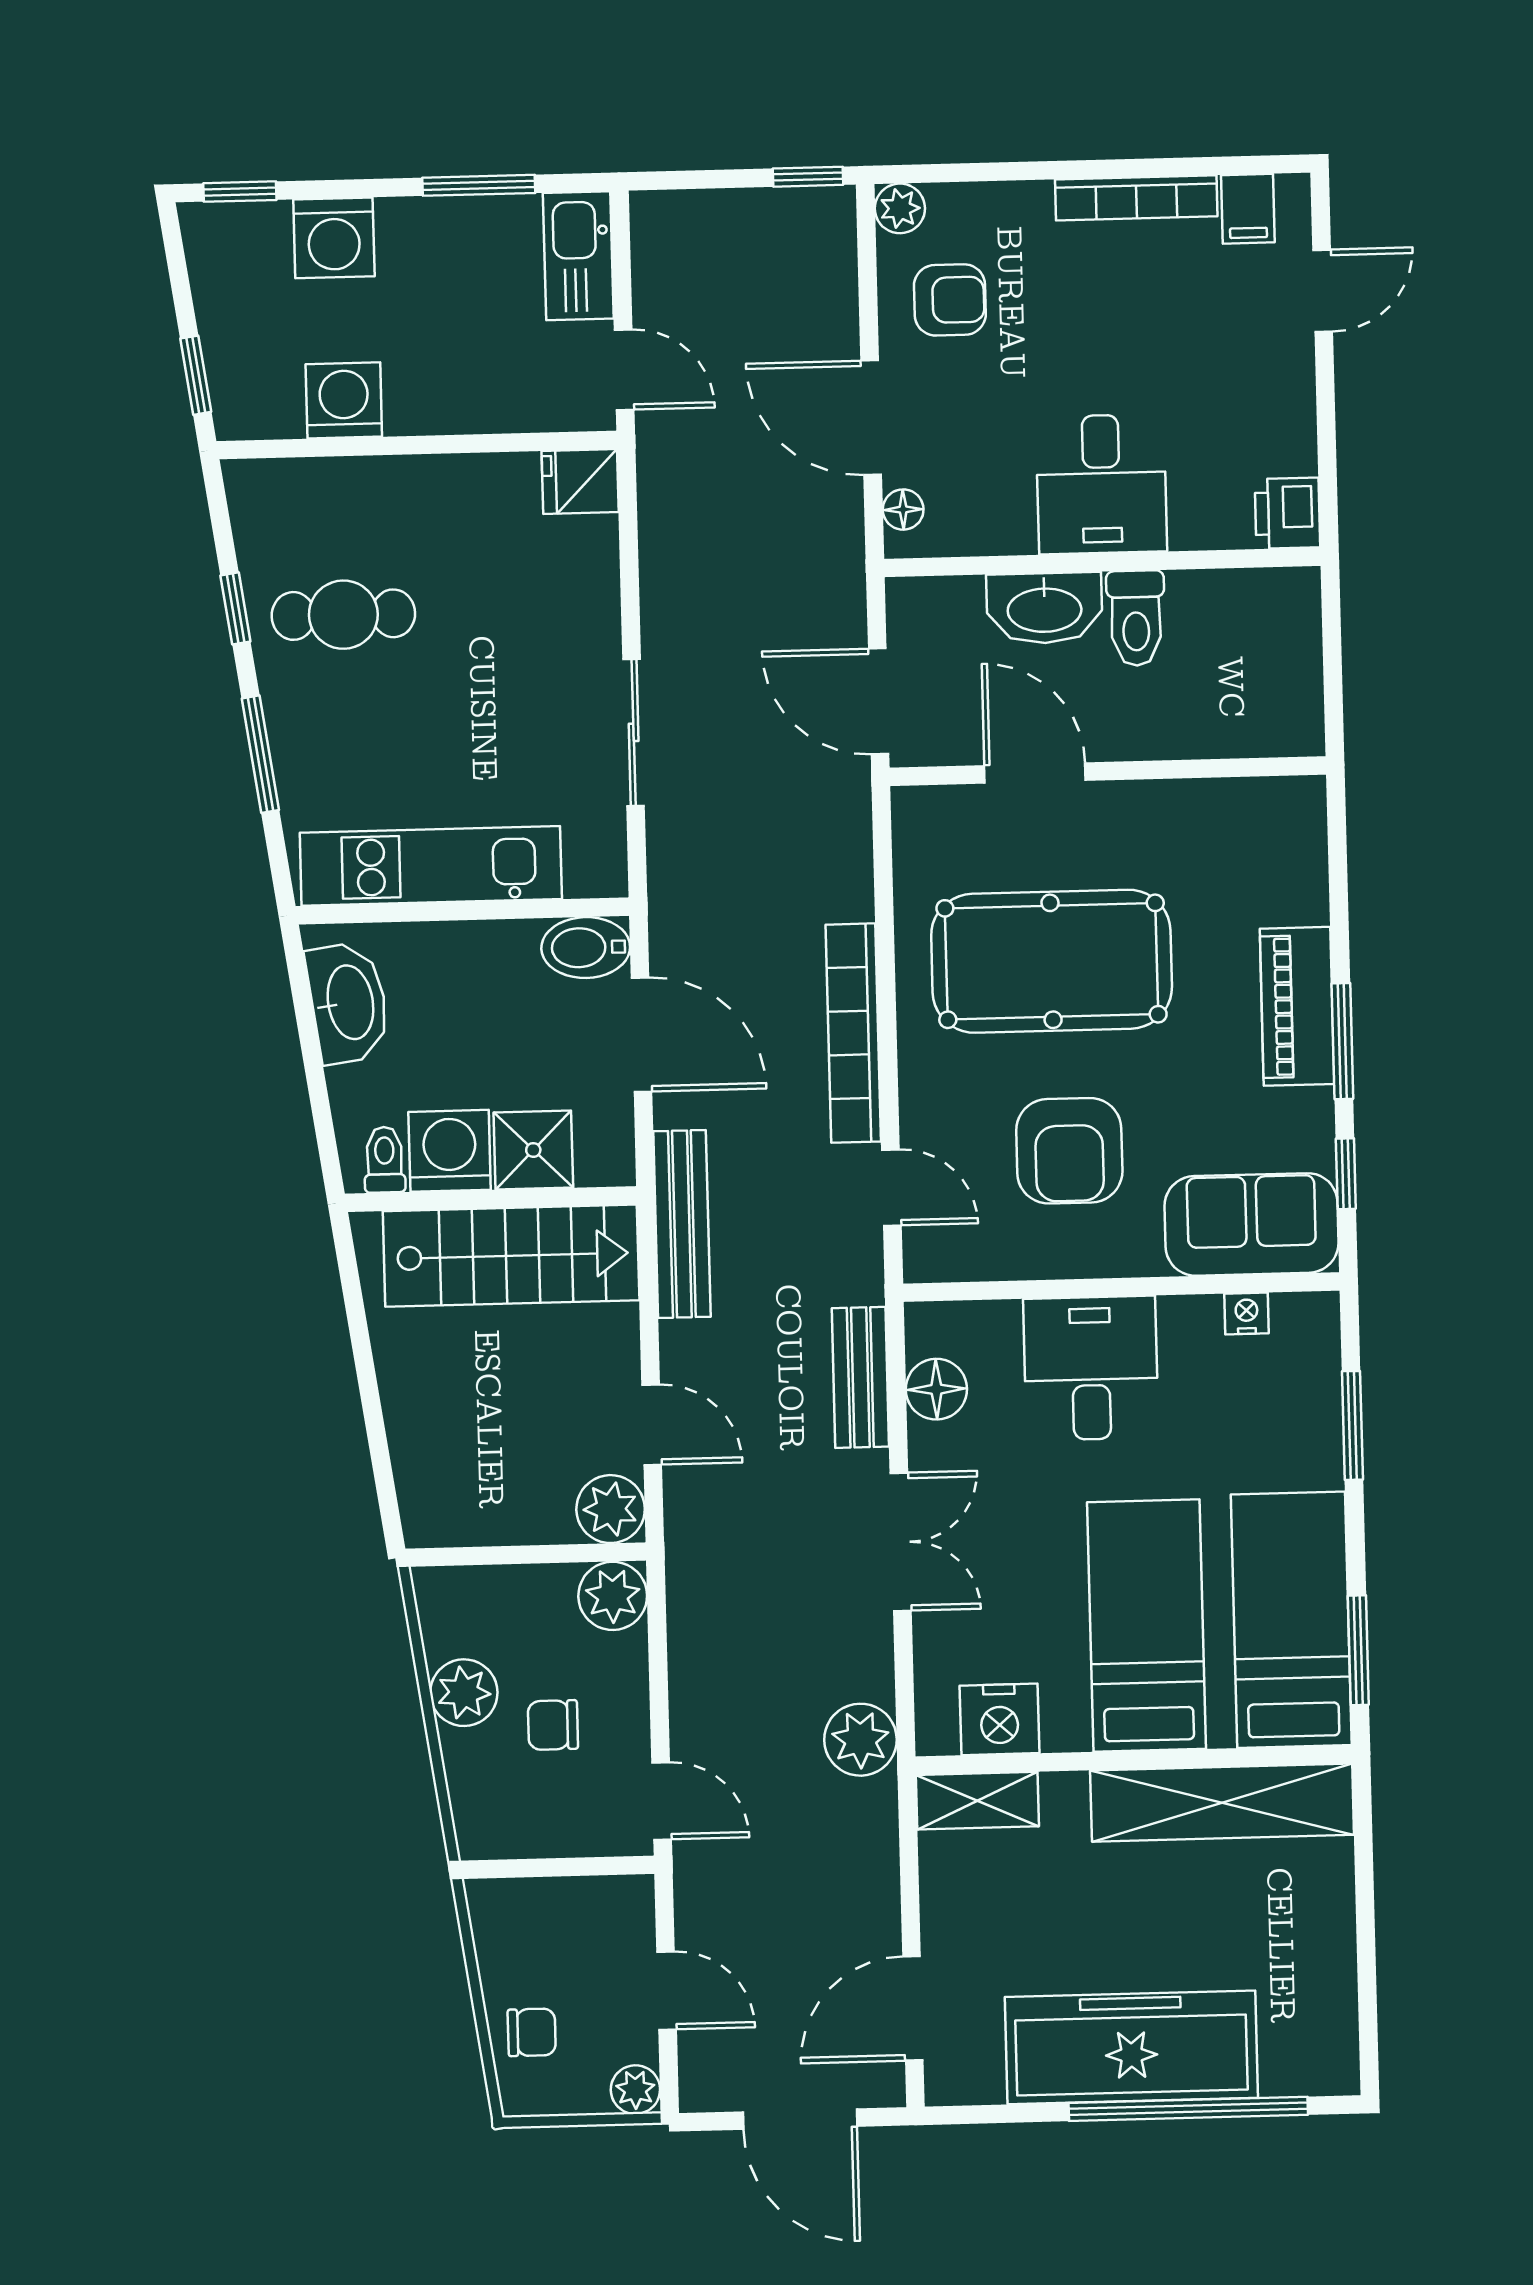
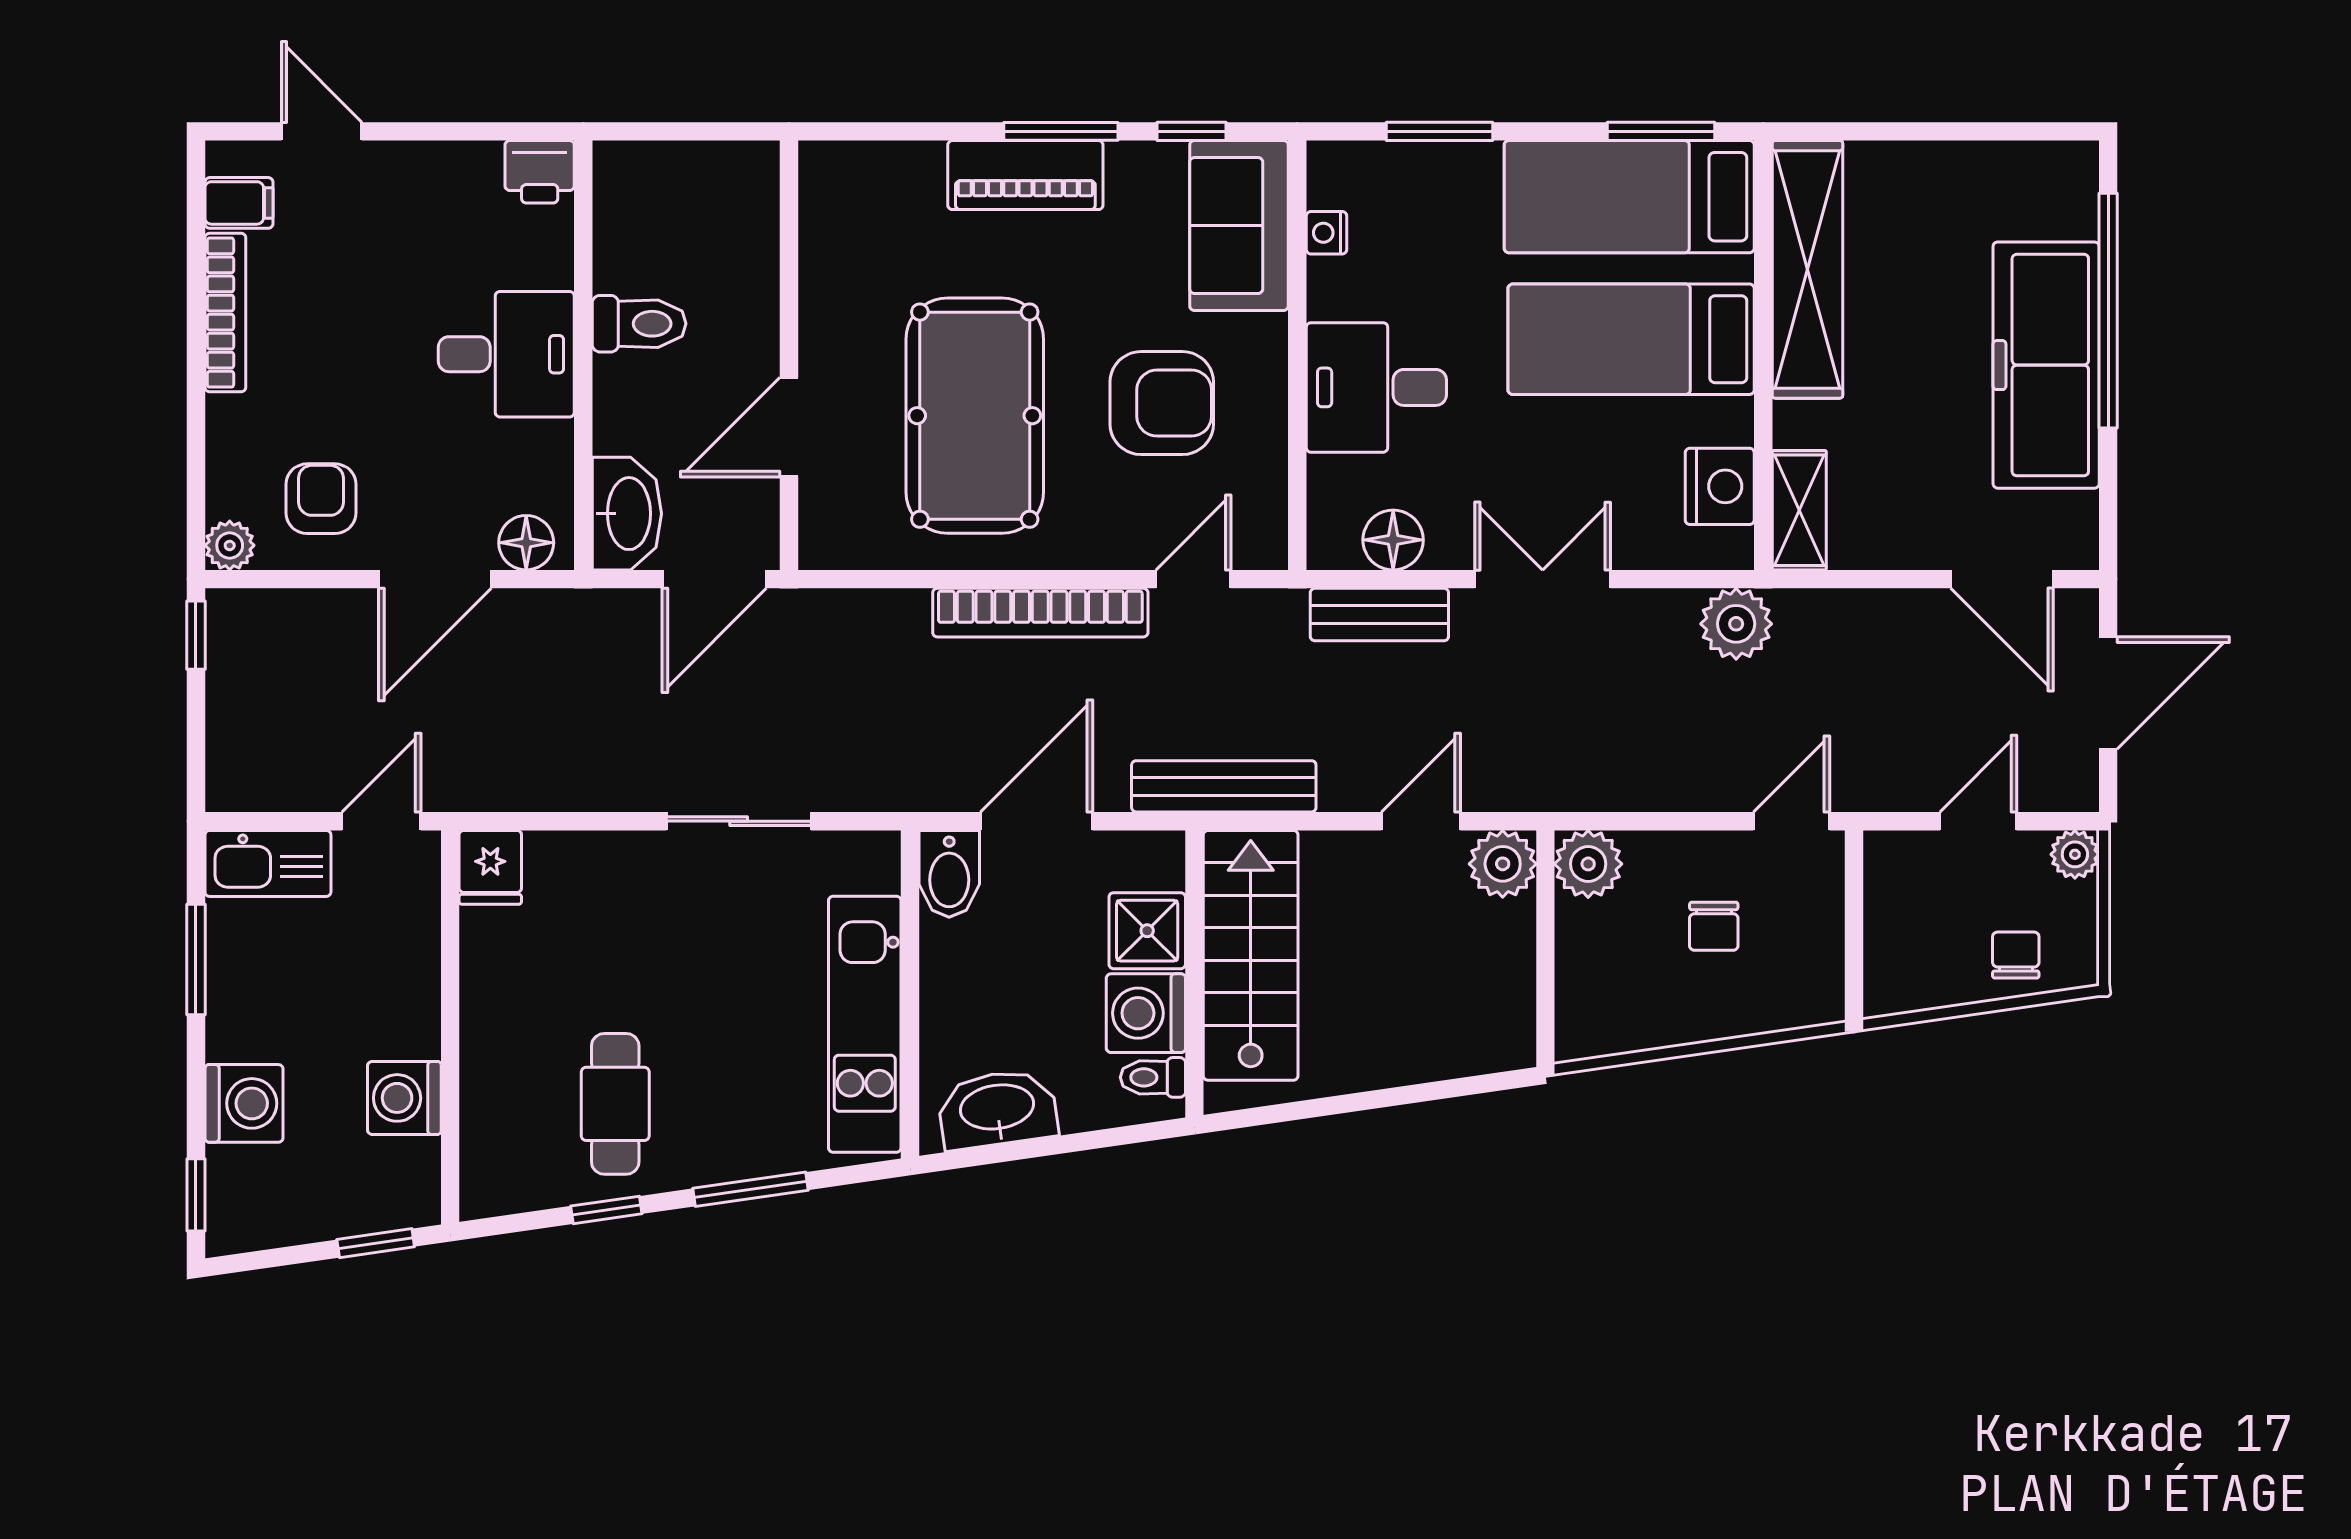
floor lamp: (903, 510) -> (526, 543), width x1.37, depth x1.37
washbasin: (1044, 608) -> (627, 514), moved
plant: (464, 1693) -> (1680, 1013), removed

